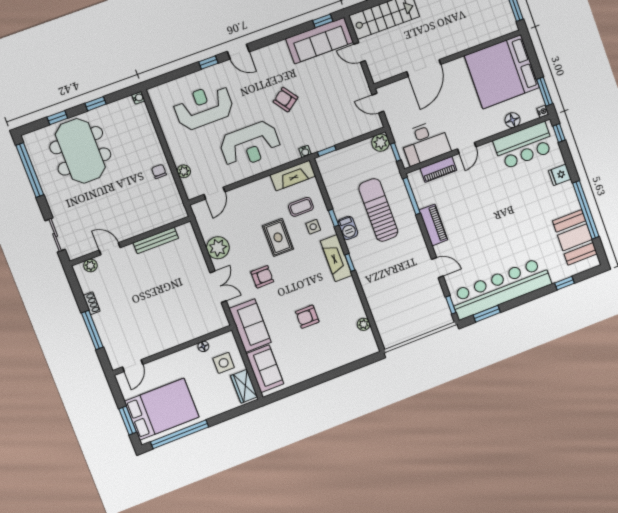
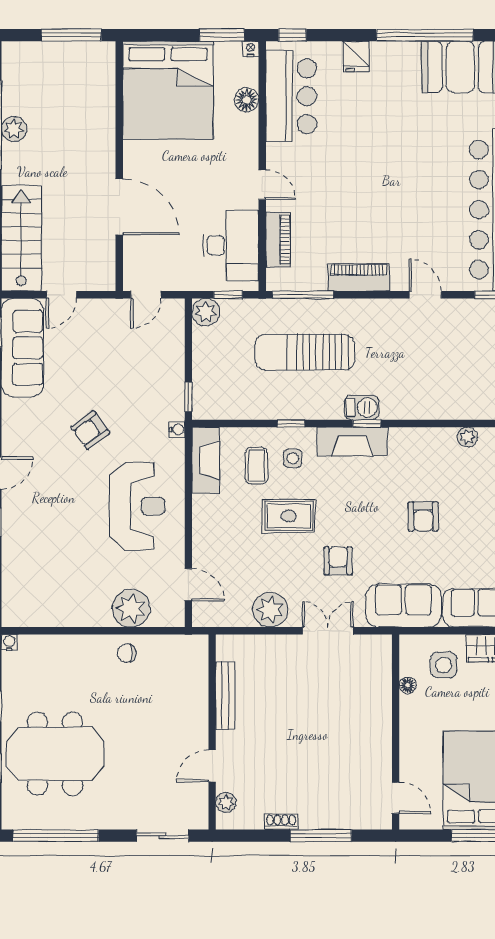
reception desk: (204, 107) -> (57, 553), removed
plant: (184, 171) -> (131, 608), width x1.87, depth x1.87
barbecue: (348, 228) -> (362, 408), moved
door: (437, 268) -> (425, 295), hinge flipped

